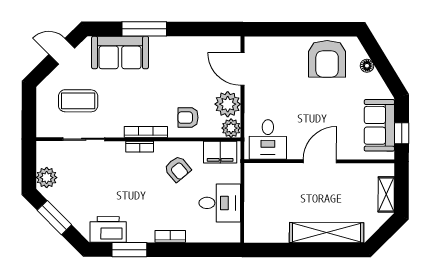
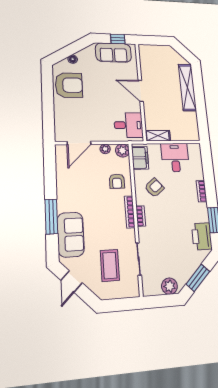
plant: (228, 104) -> (105, 149), width x0.53, depth x0.53
shelving: (386, 194) -> (158, 136), moved

